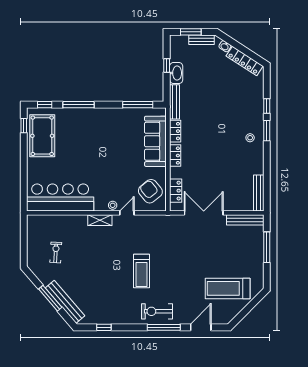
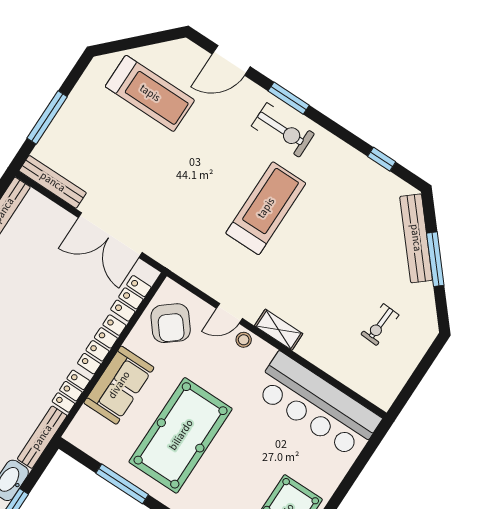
window: (138, 105) -> (122, 484), moved
sofa: (155, 141) -> (119, 385), width x0.73
pool table: (113, 144) -> (181, 435), added
locker: (175, 156) -> (102, 344), width x1.53
treadmill: (142, 271) -> (266, 208), width x1.37, depth x1.38
window: (164, 327) -> (289, 98), width x0.69

